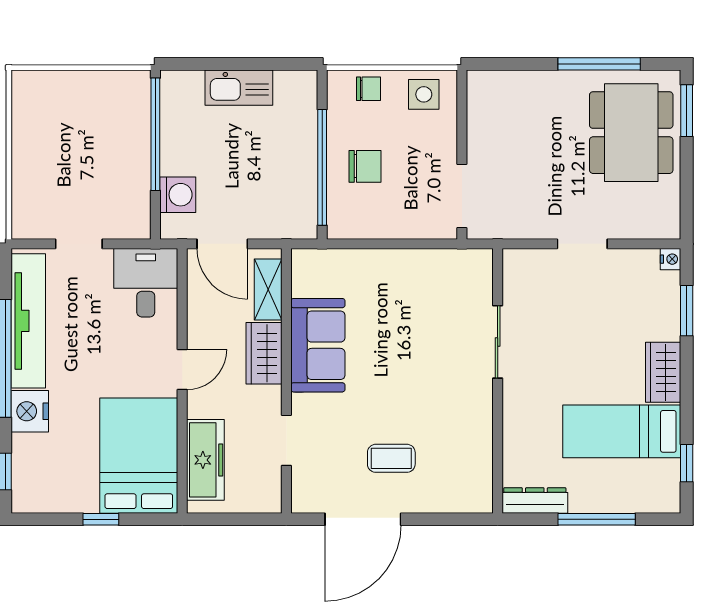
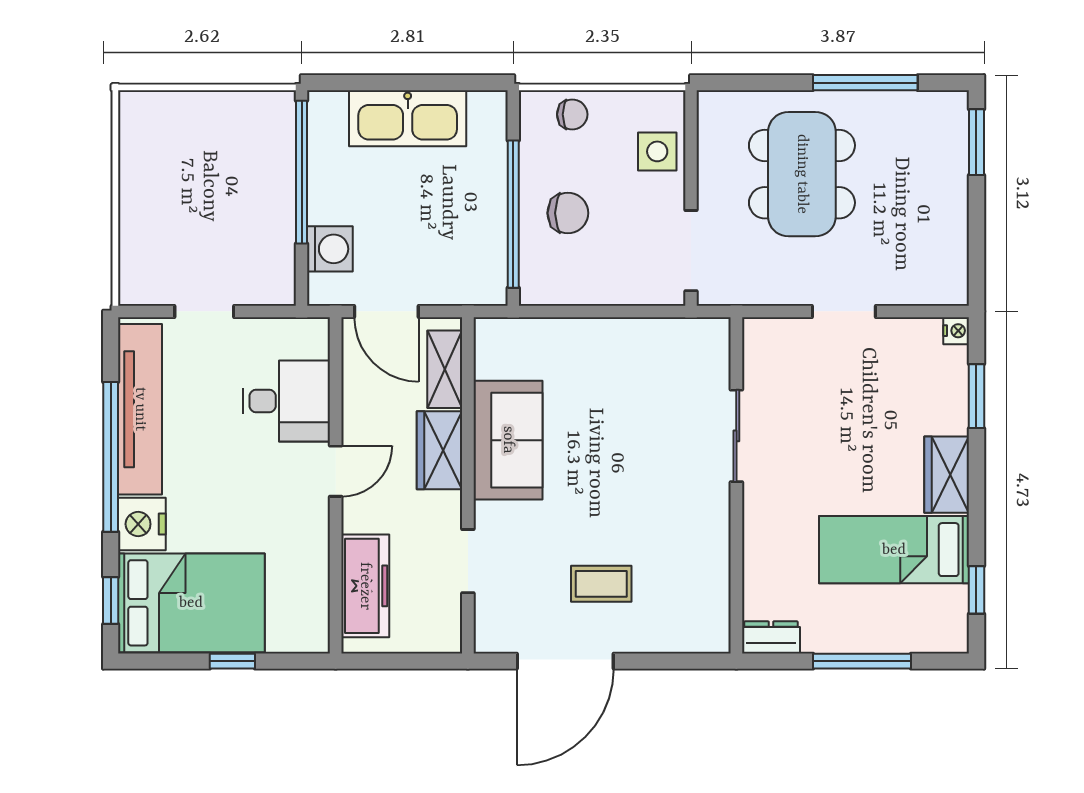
kitchen sink: (239, 88) -> (408, 118), width x1.36, depth x1.24
side table: (424, 94) -> (657, 151), moved
dining table: (631, 133) -> (802, 174), moved
desk: (146, 283) -> (286, 401), moved, turned 90
bed: (139, 456) -> (191, 603), moved, turned 90
dresser: (535, 500) -> (771, 637), width x0.70

